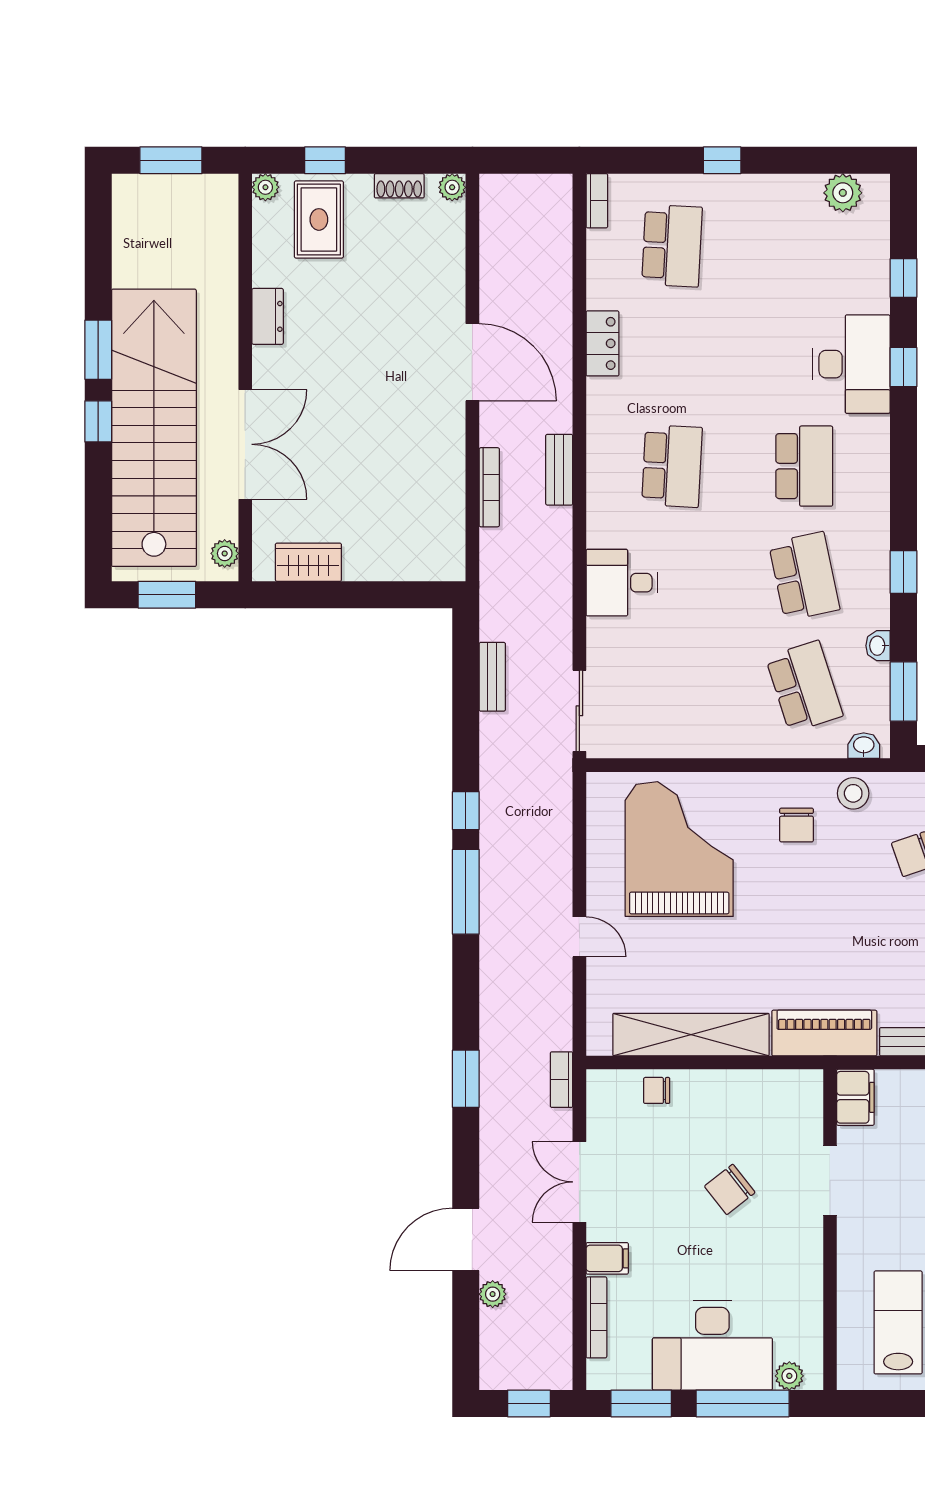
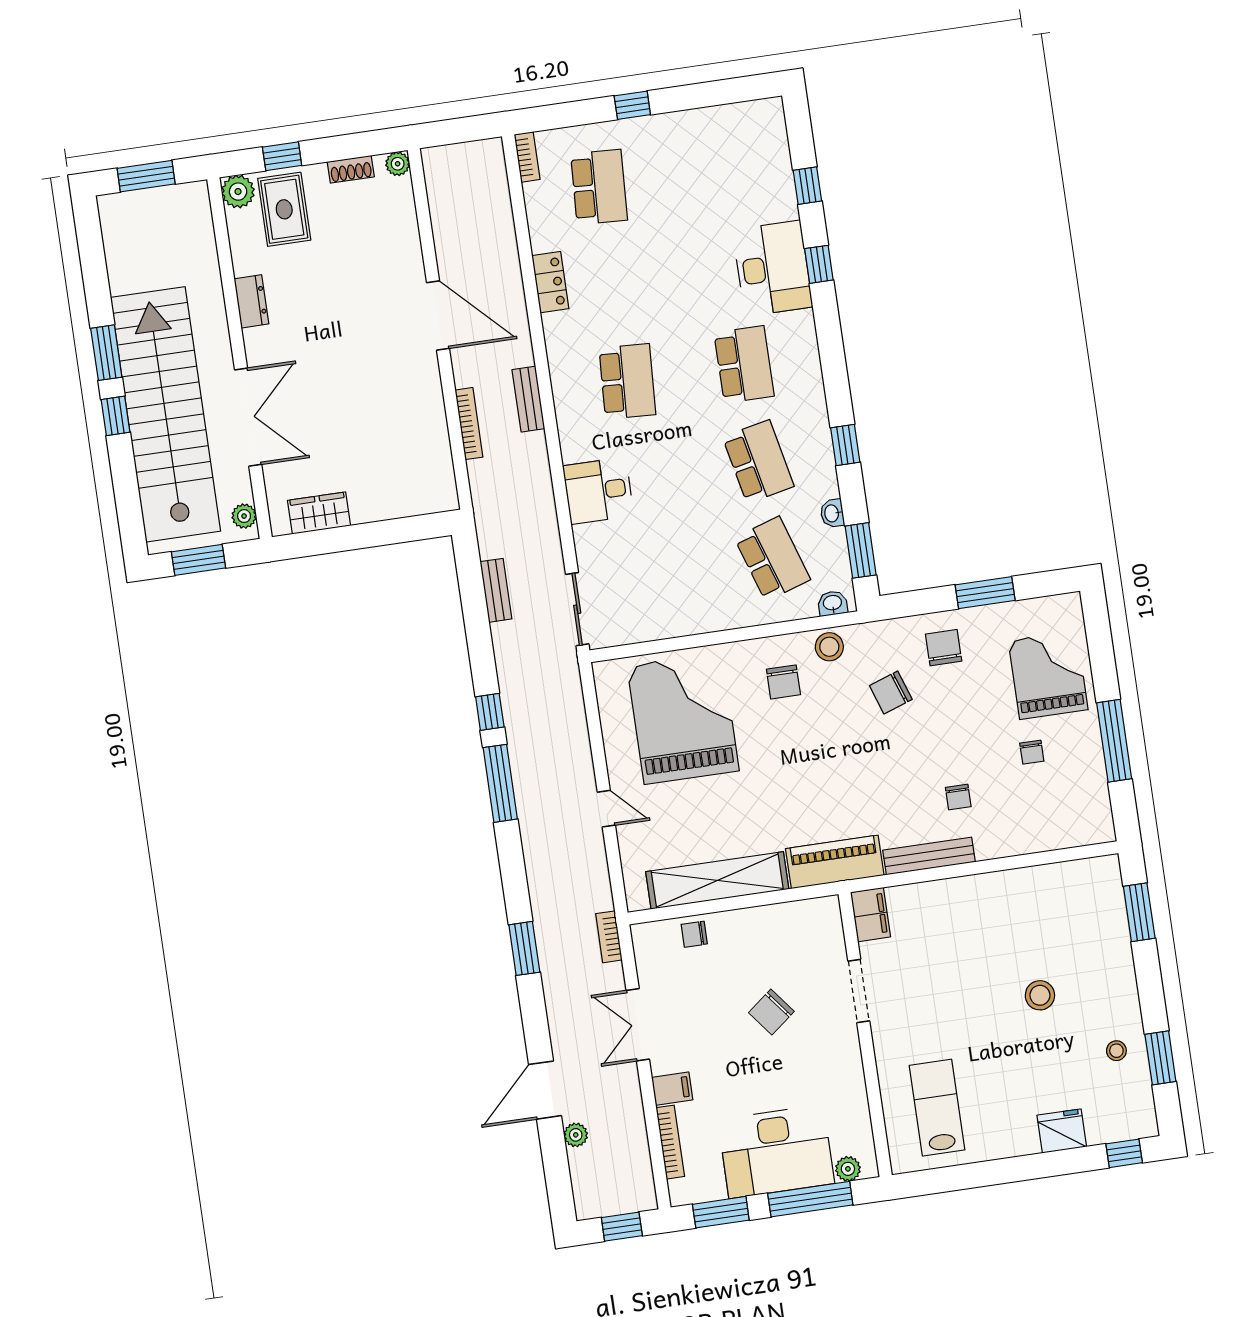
plant: (265, 187) -> (238, 192), width x1.38, depth x1.38
plant: (843, 193) -> (743, 118), removed

